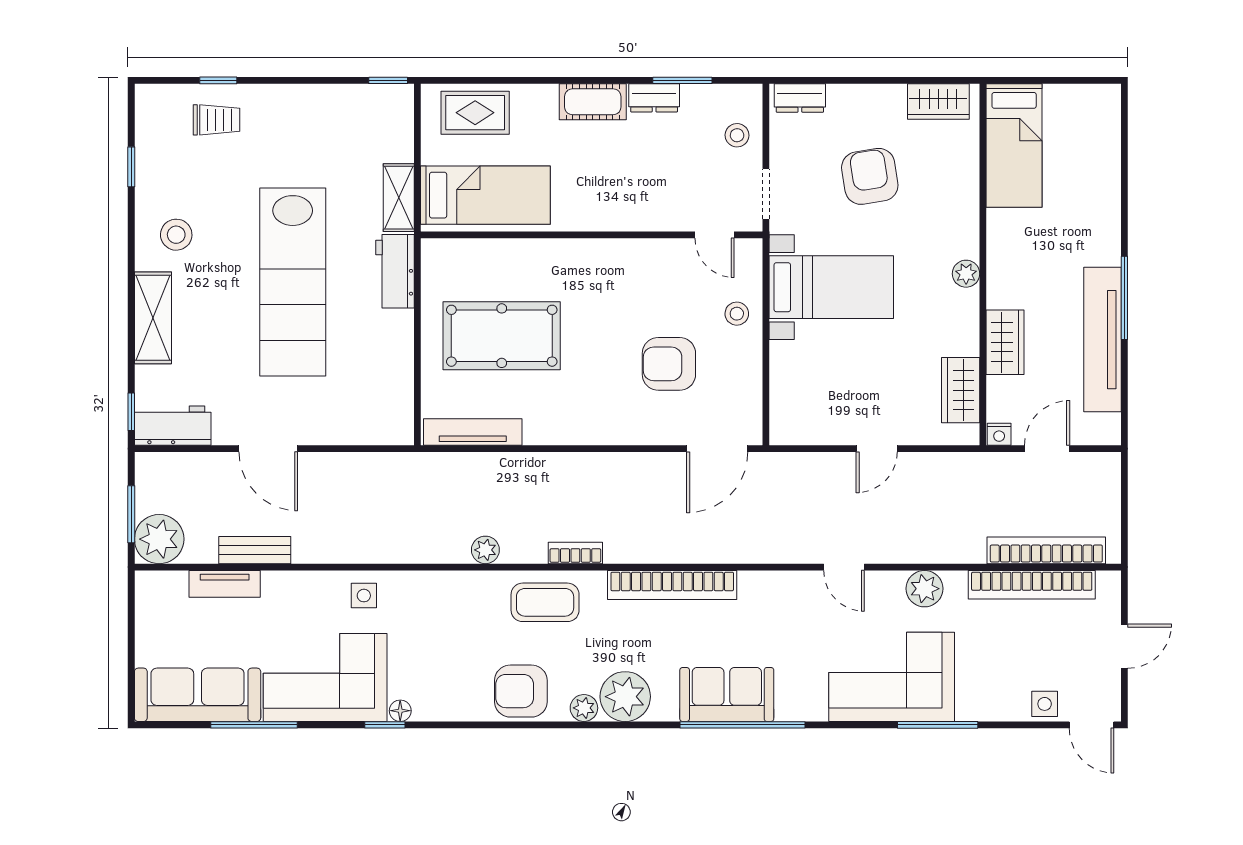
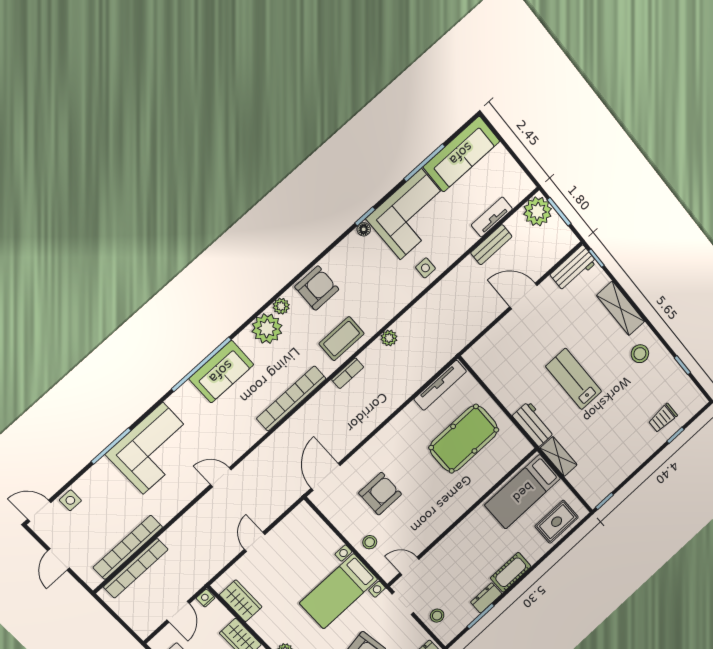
lab bench: (293, 282) -> (574, 379), width x0.54, depth x0.72
plant: (925, 589) -> (175, 501), removed

